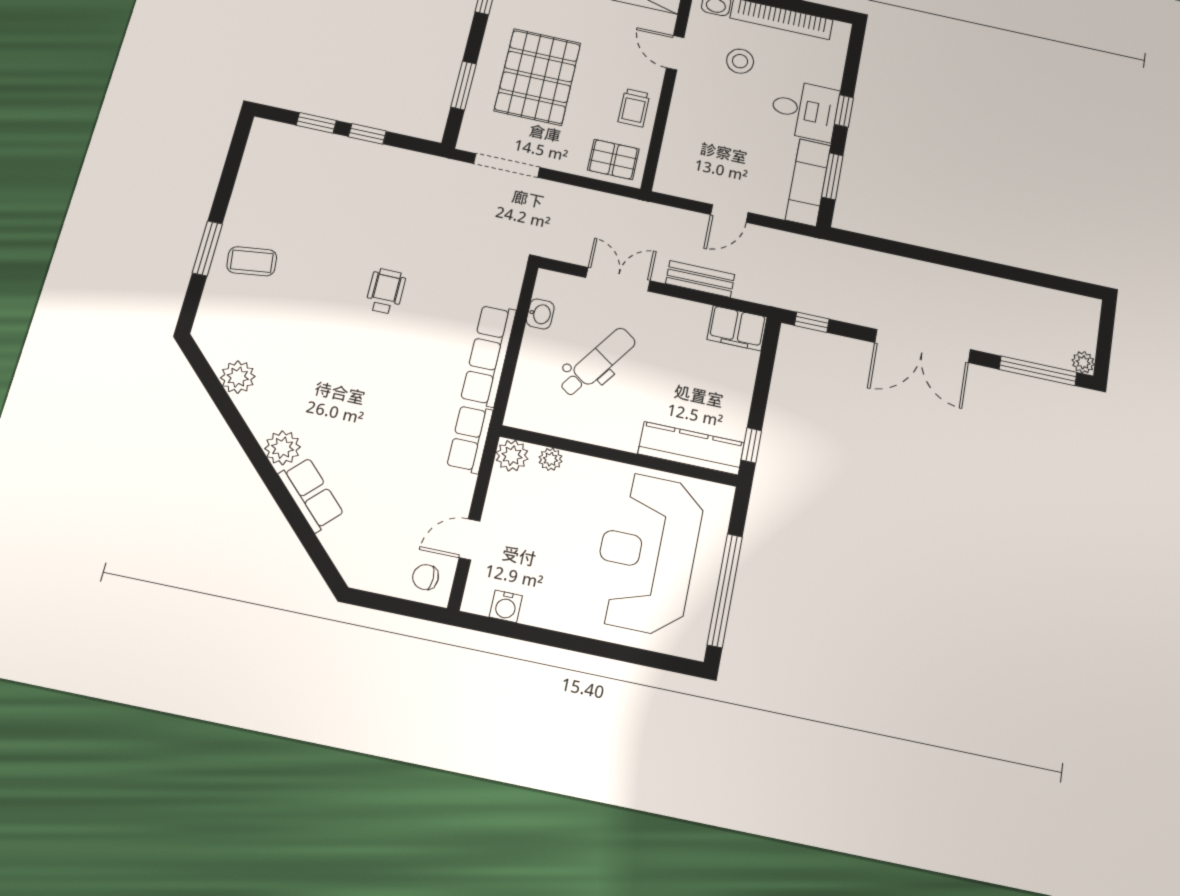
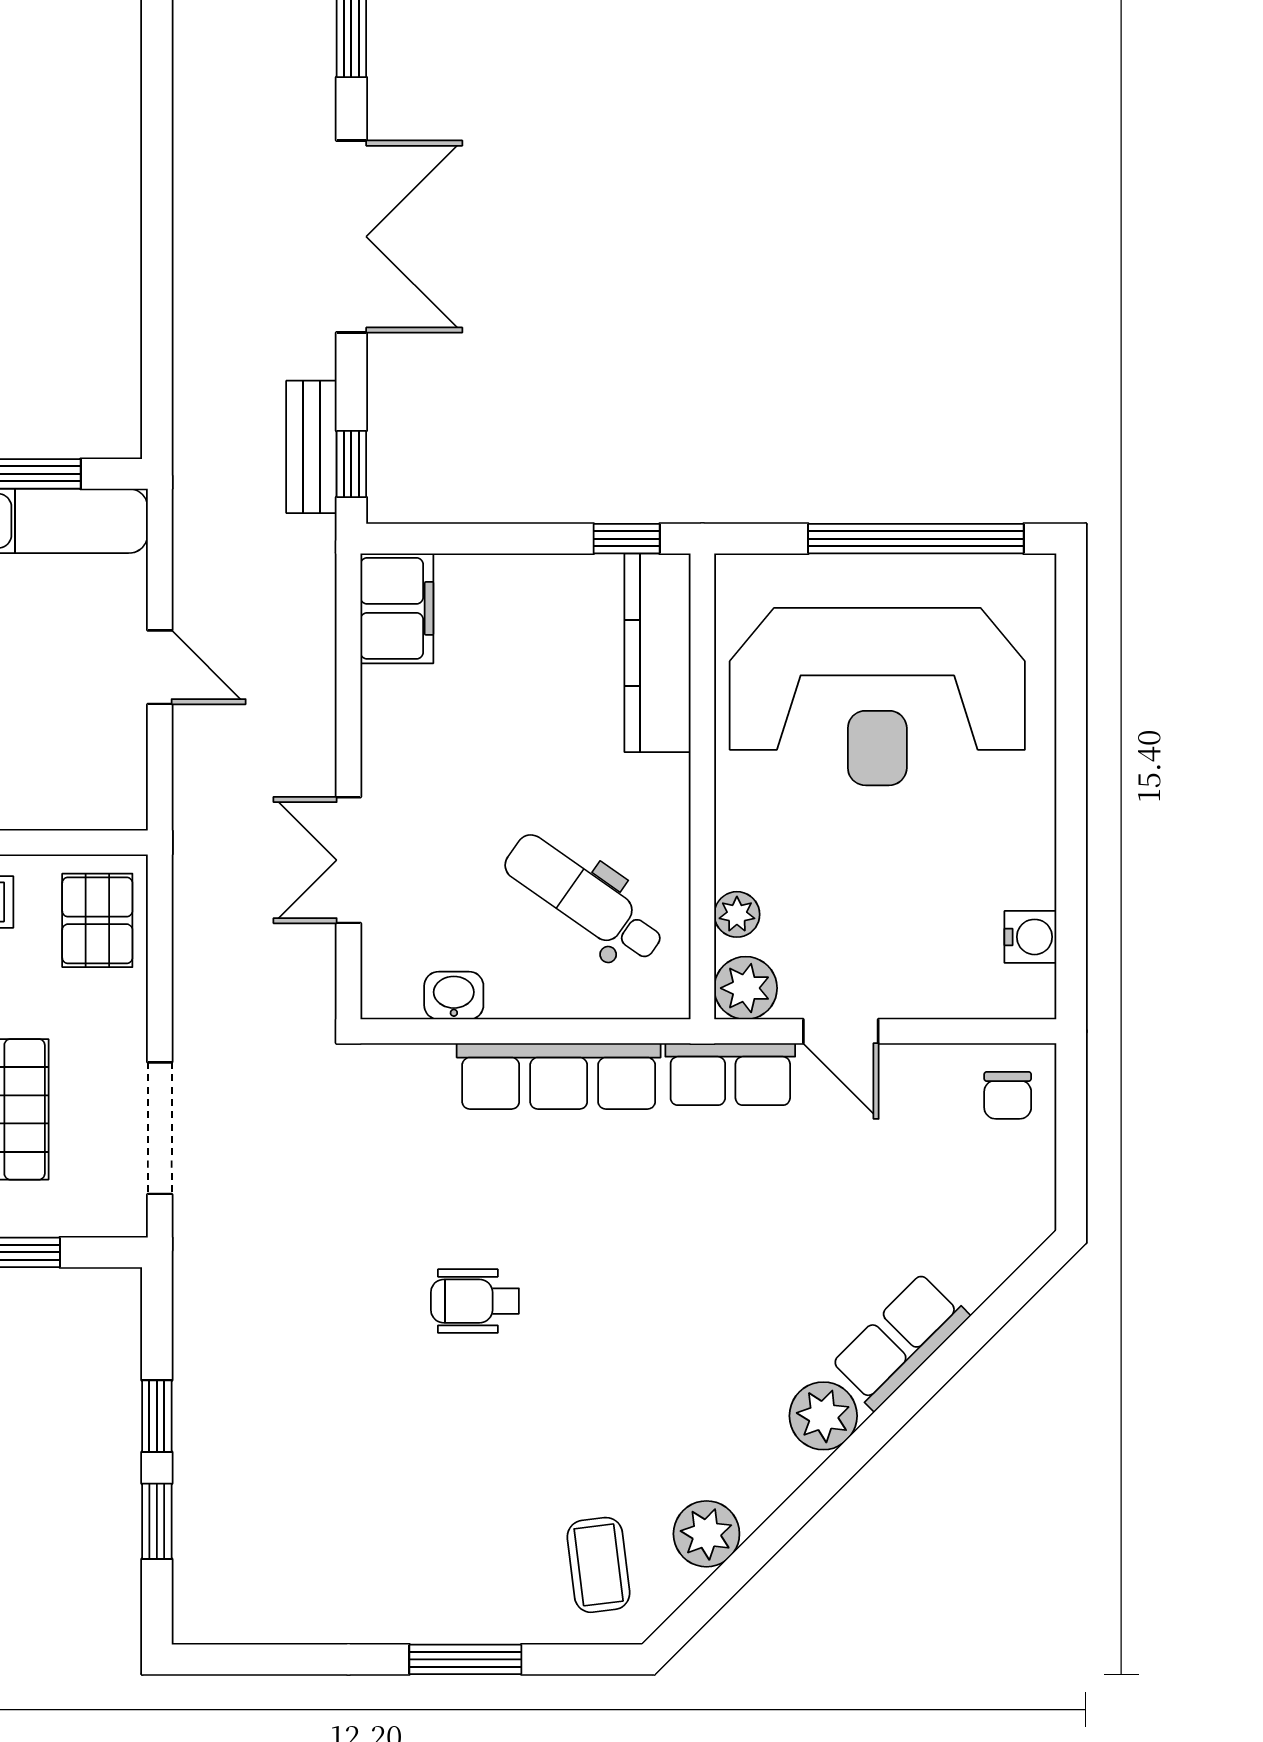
coffee table: (252, 261) -> (599, 1565), moved
bench: (700, 279) -> (311, 447), moved
dental chair: (597, 362) -> (584, 898), moved
door: (469, 539) -> (841, 1031), moved

